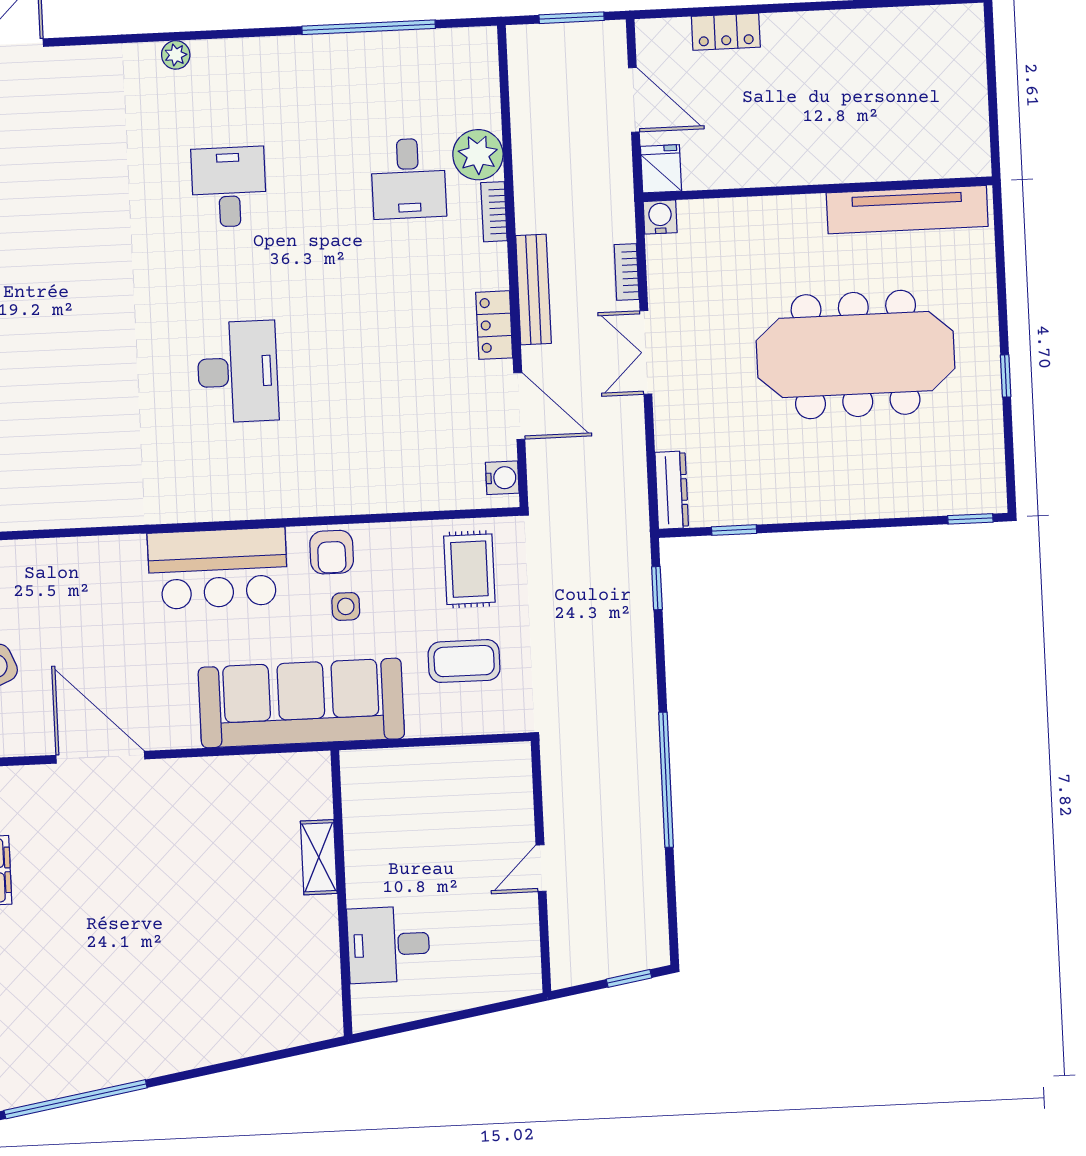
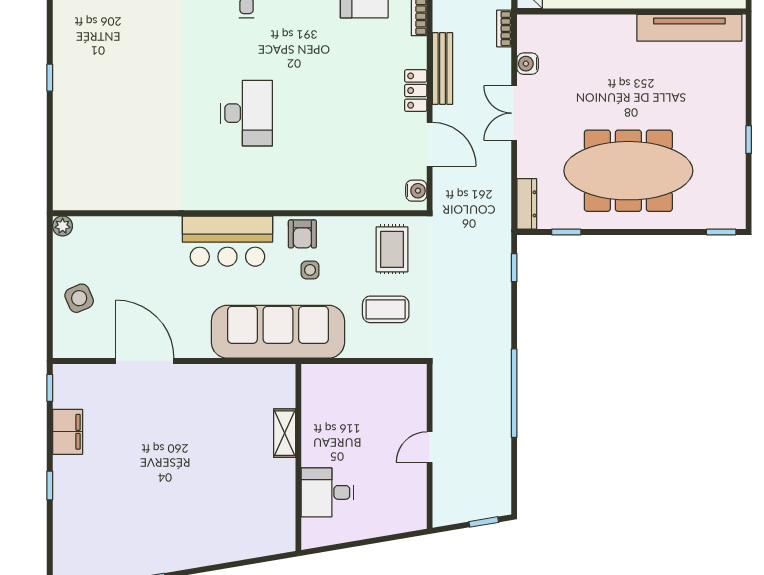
water cooler: (660, 217) -> (528, 64), moved, turned -90
bookcase: (627, 272) -> (504, 29), moved
meeting table: (856, 354) -> (628, 171), moved

